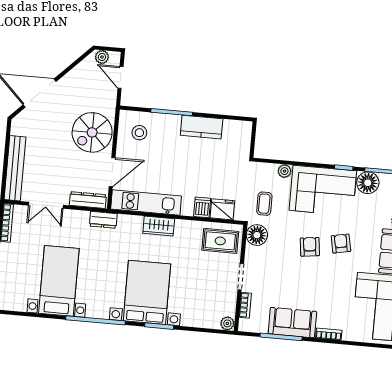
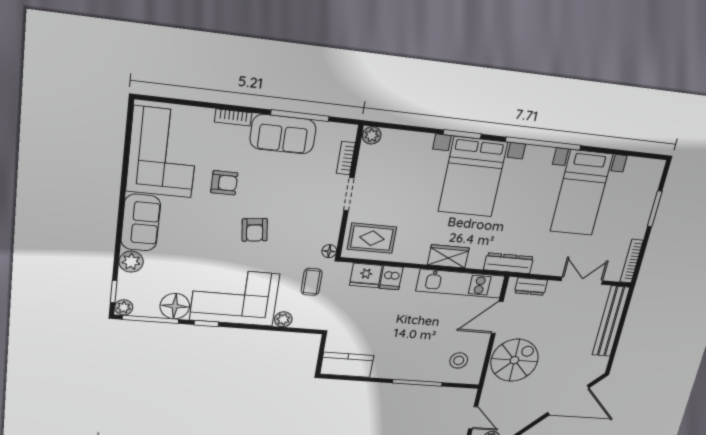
kitchen counter: (202, 127) -> (347, 365), moved
dresser: (88, 200) -> (531, 286), width x0.70
dresser: (103, 220) -> (509, 263), width x1.44
floor lamp: (257, 235) -> (329, 251), width x0.53, depth x0.53
armchair: (341, 244) -> (224, 183), moved, turned -79

